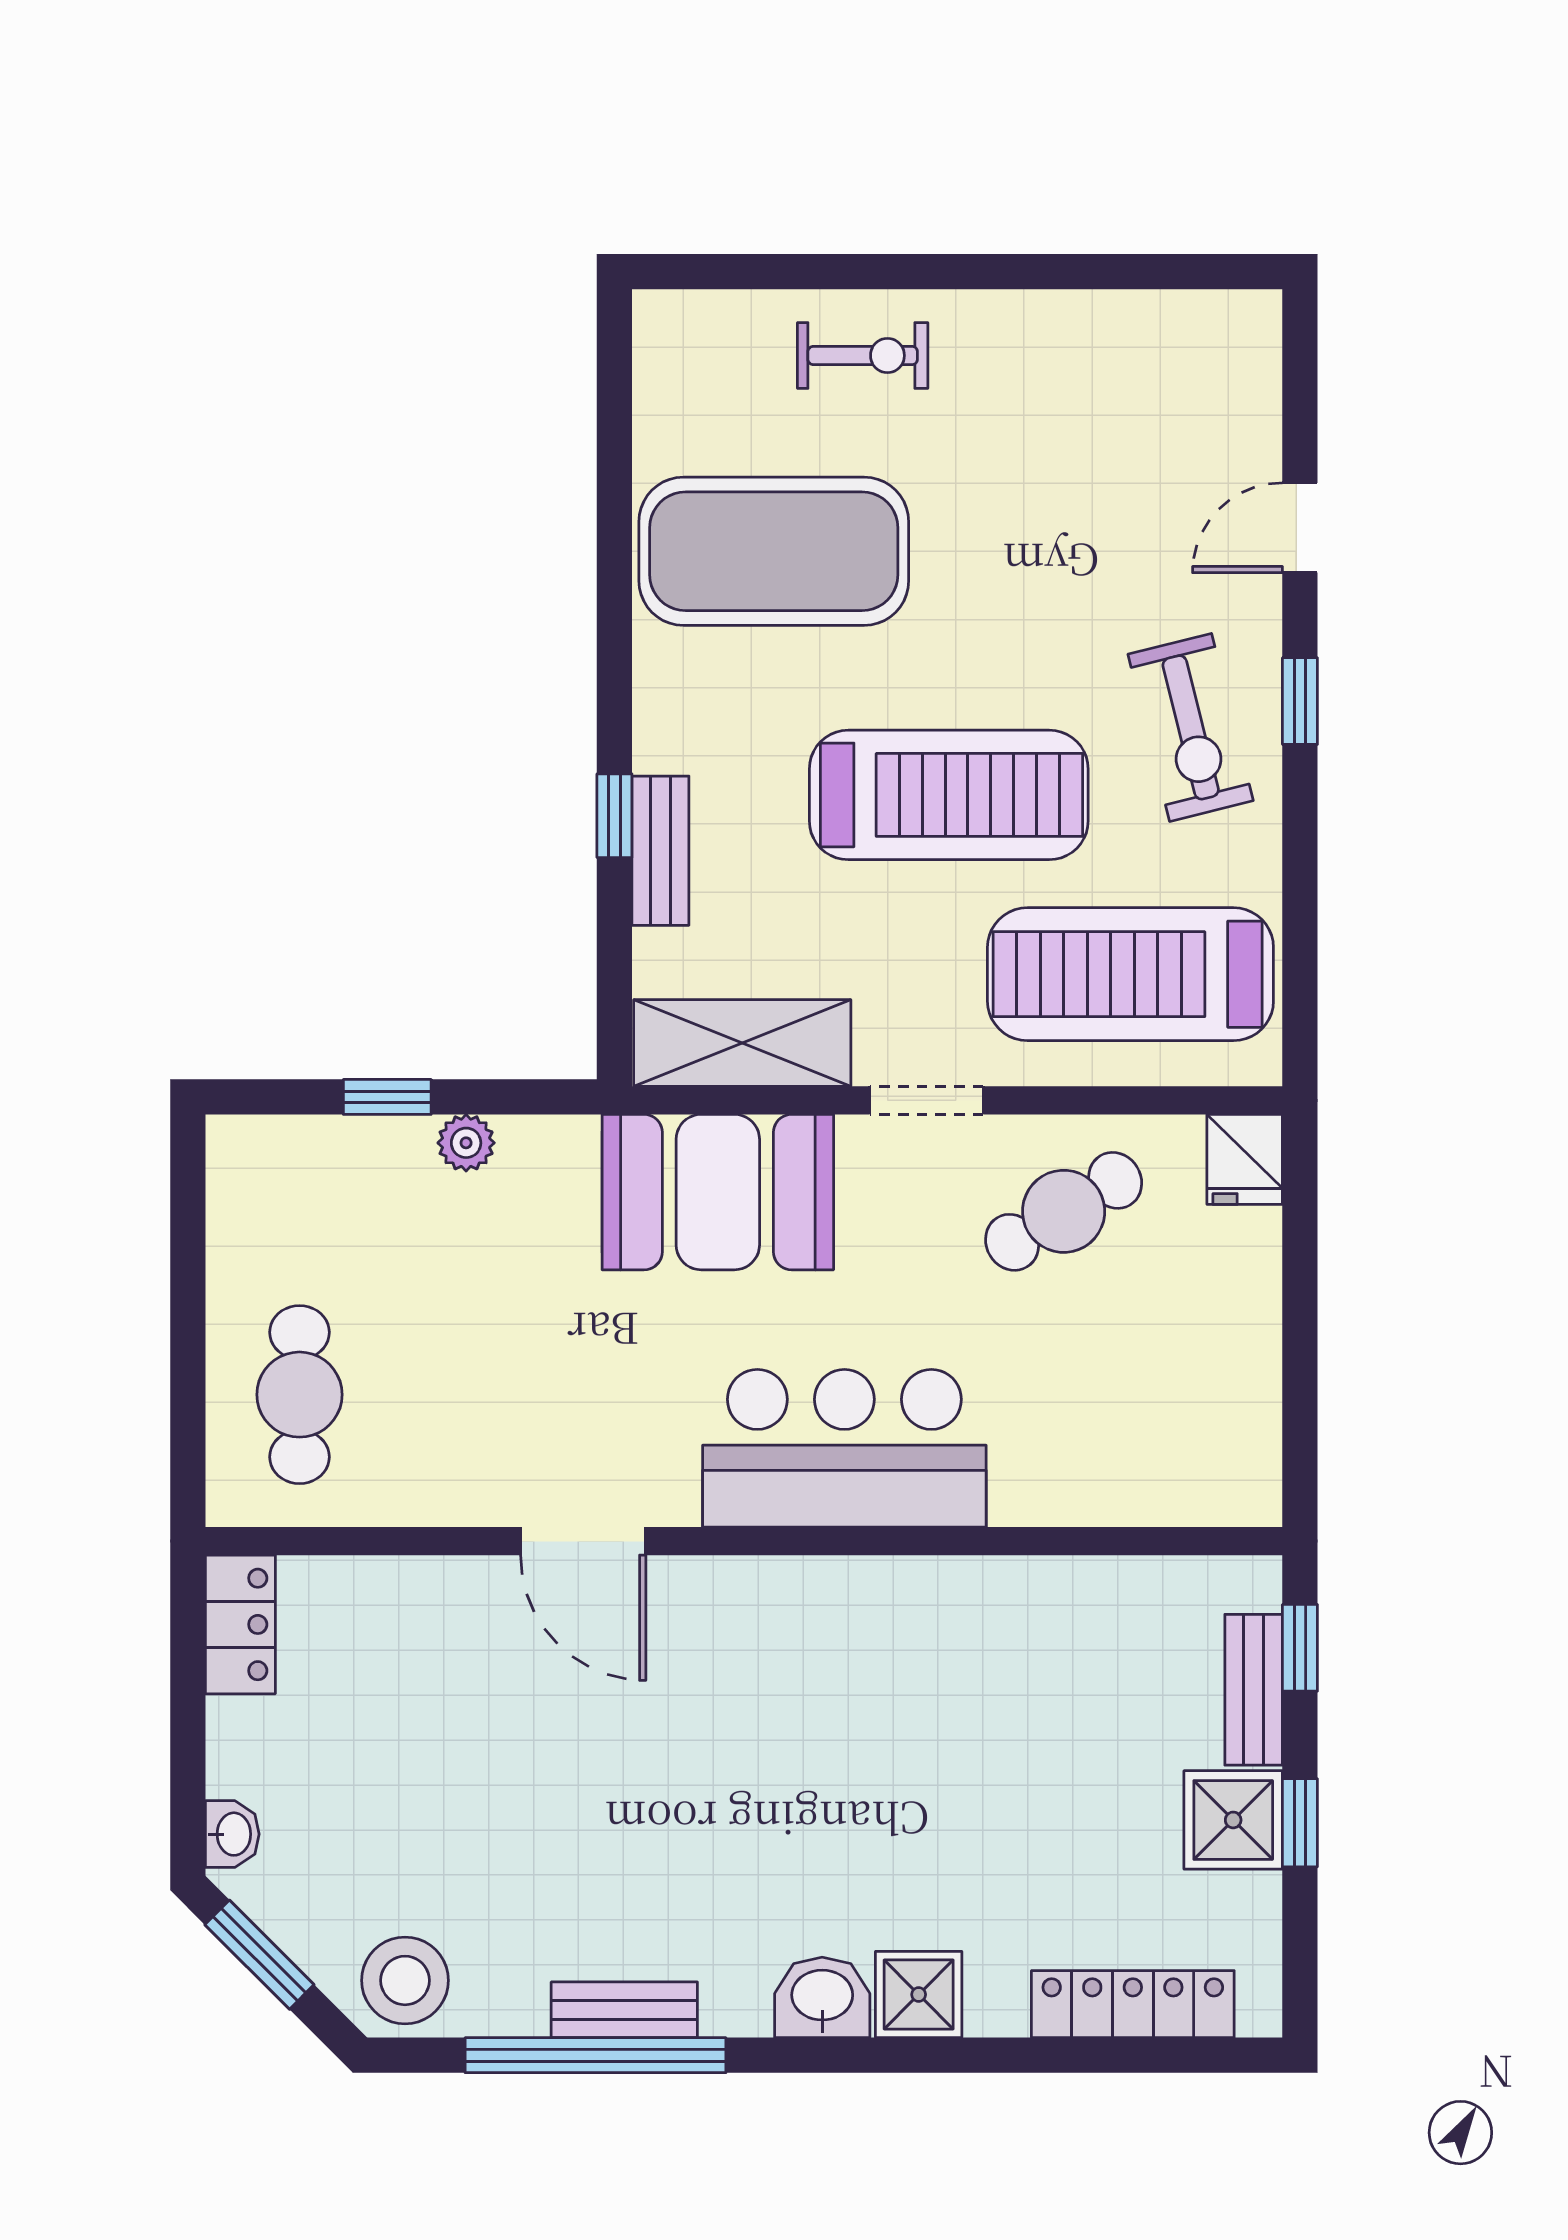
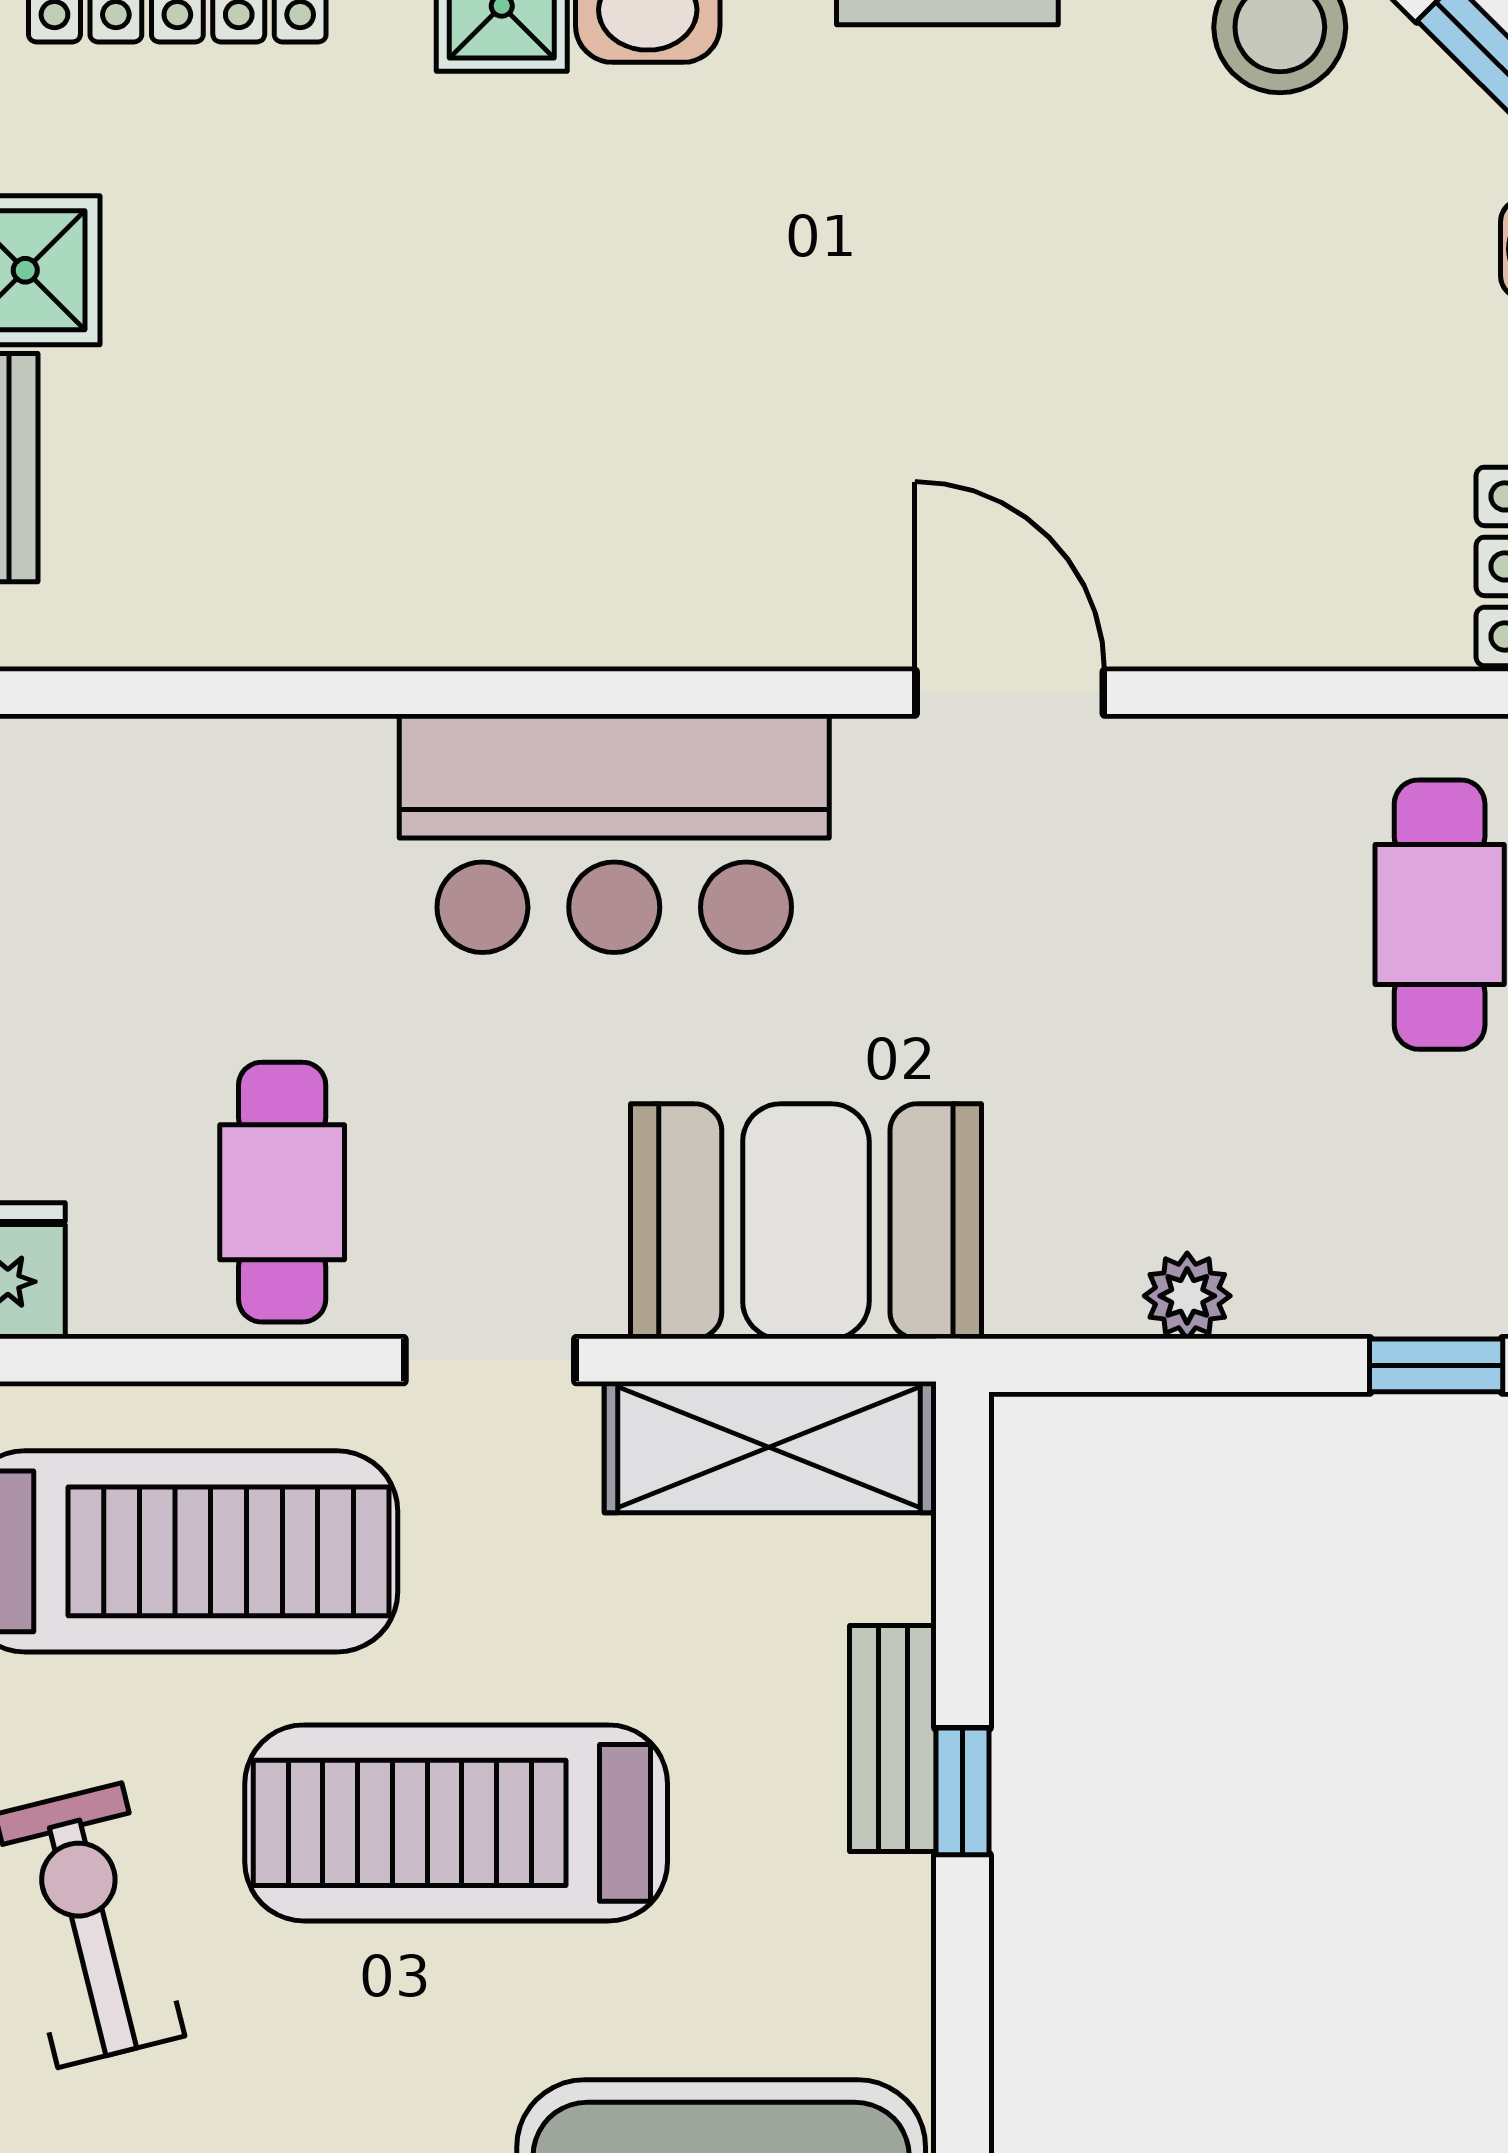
window: (387, 1097) -> (1436, 1365), moved
cafe table: (1064, 1211) -> (282, 1192), turned -59

